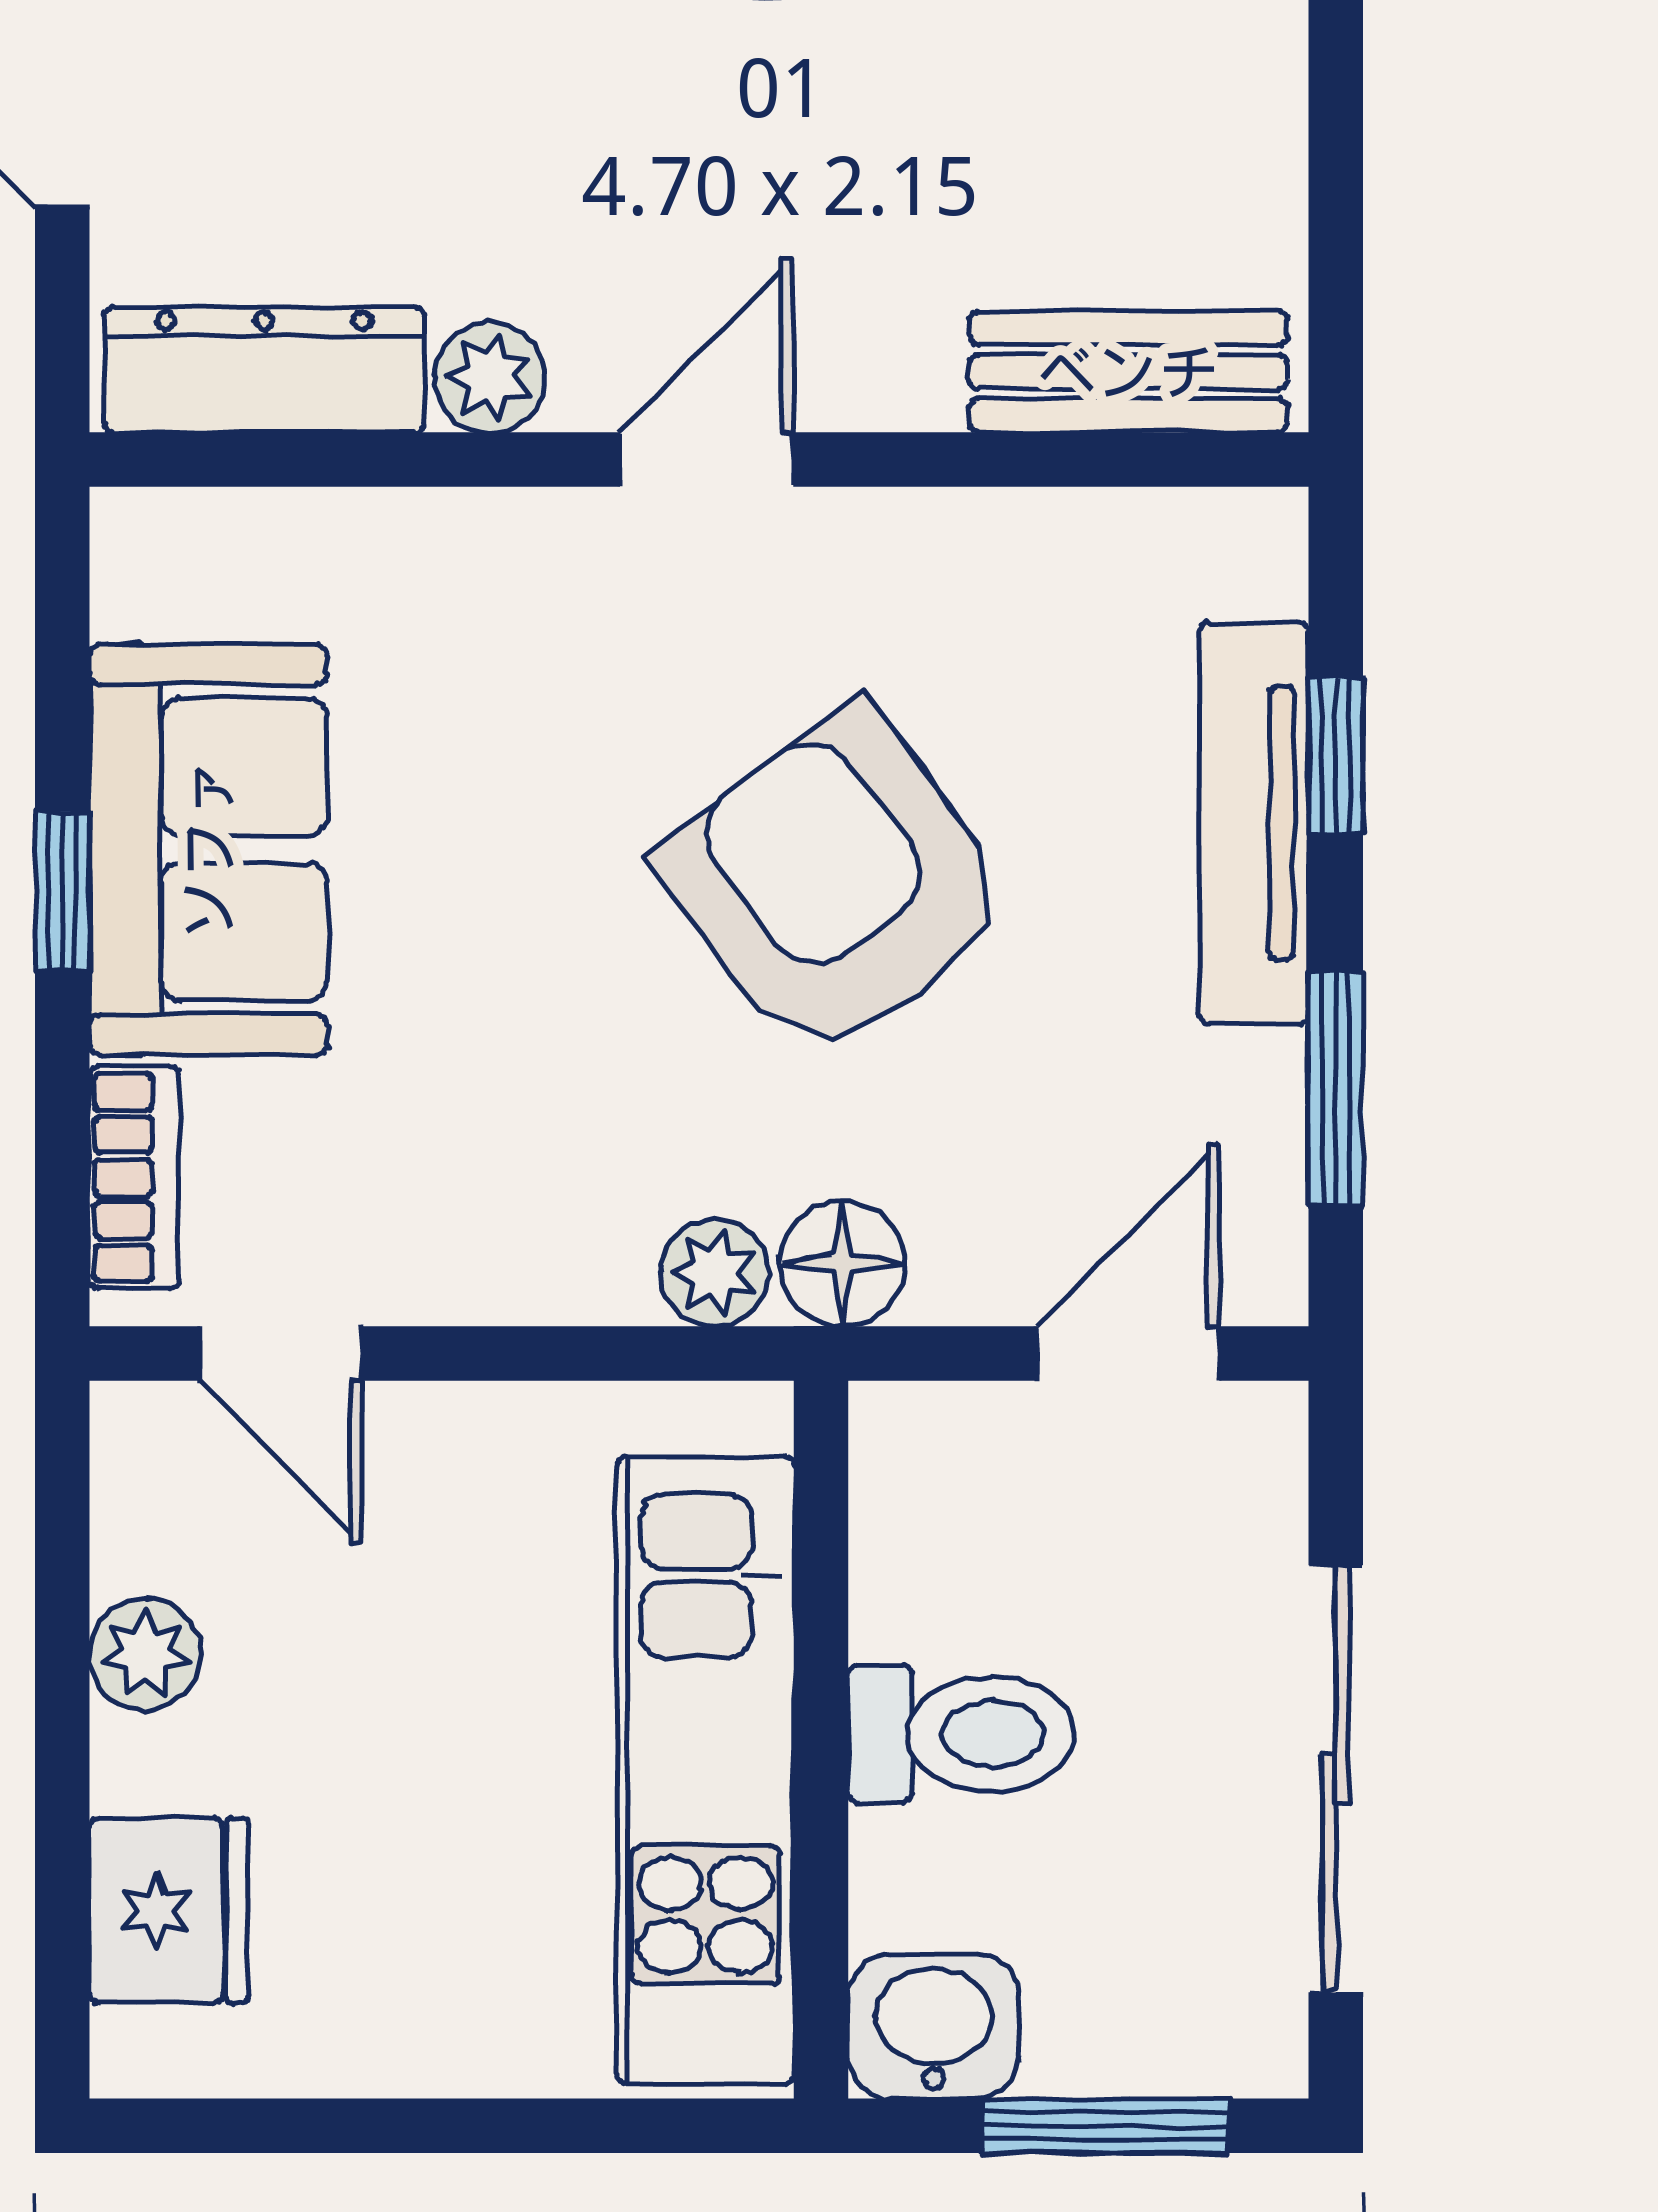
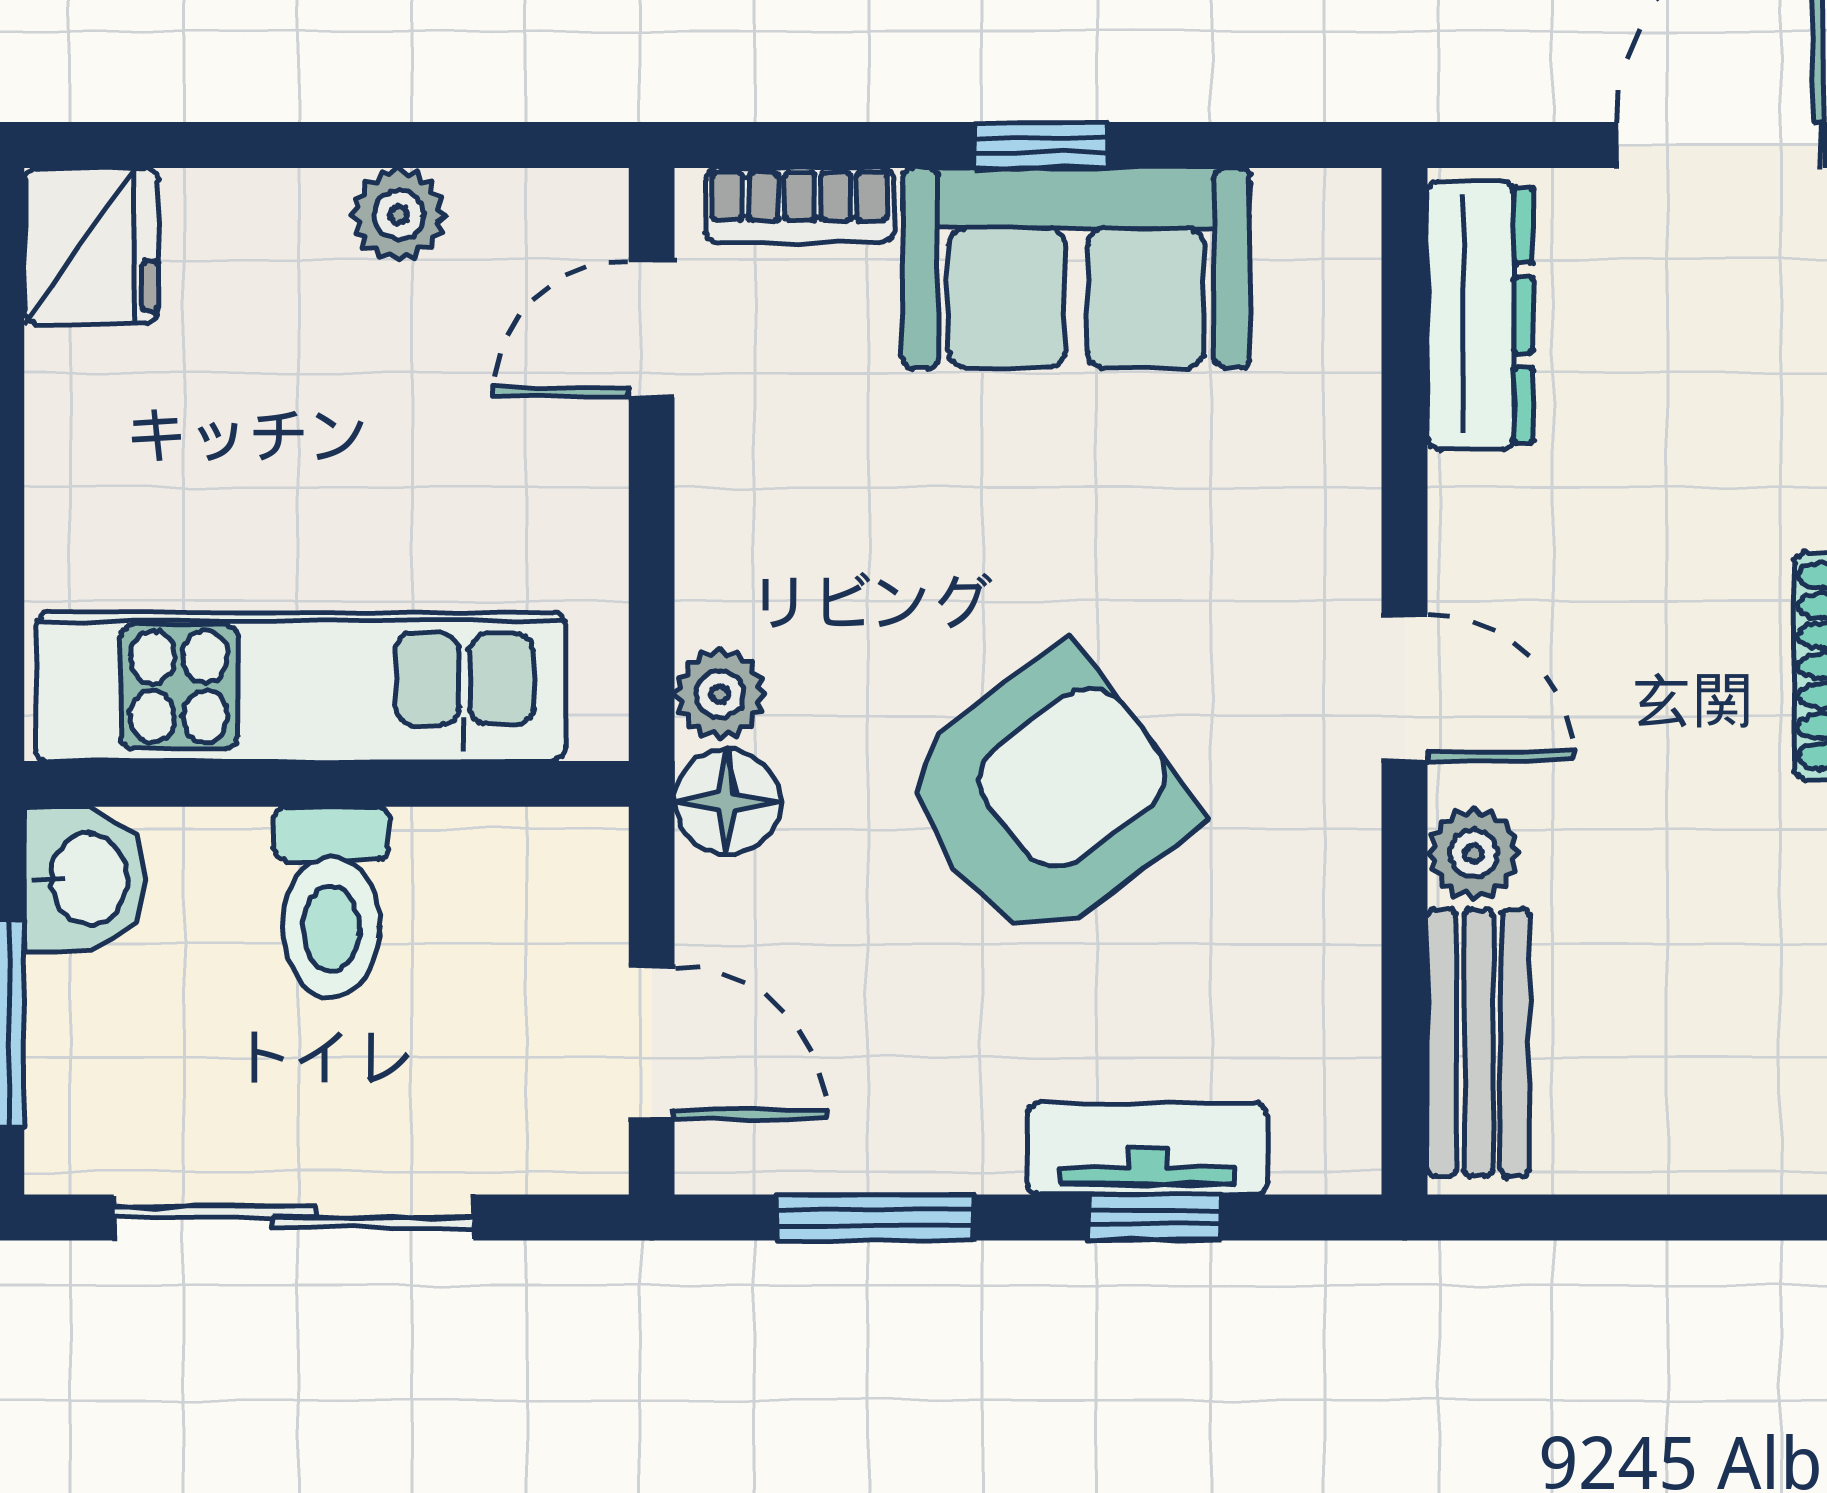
plant: (490, 377) -> (1474, 853), moved
tv unit: (1254, 823) -> (1148, 1149), width x0.71
fridge: (169, 1910) -> (91, 246), moved, turned -90

